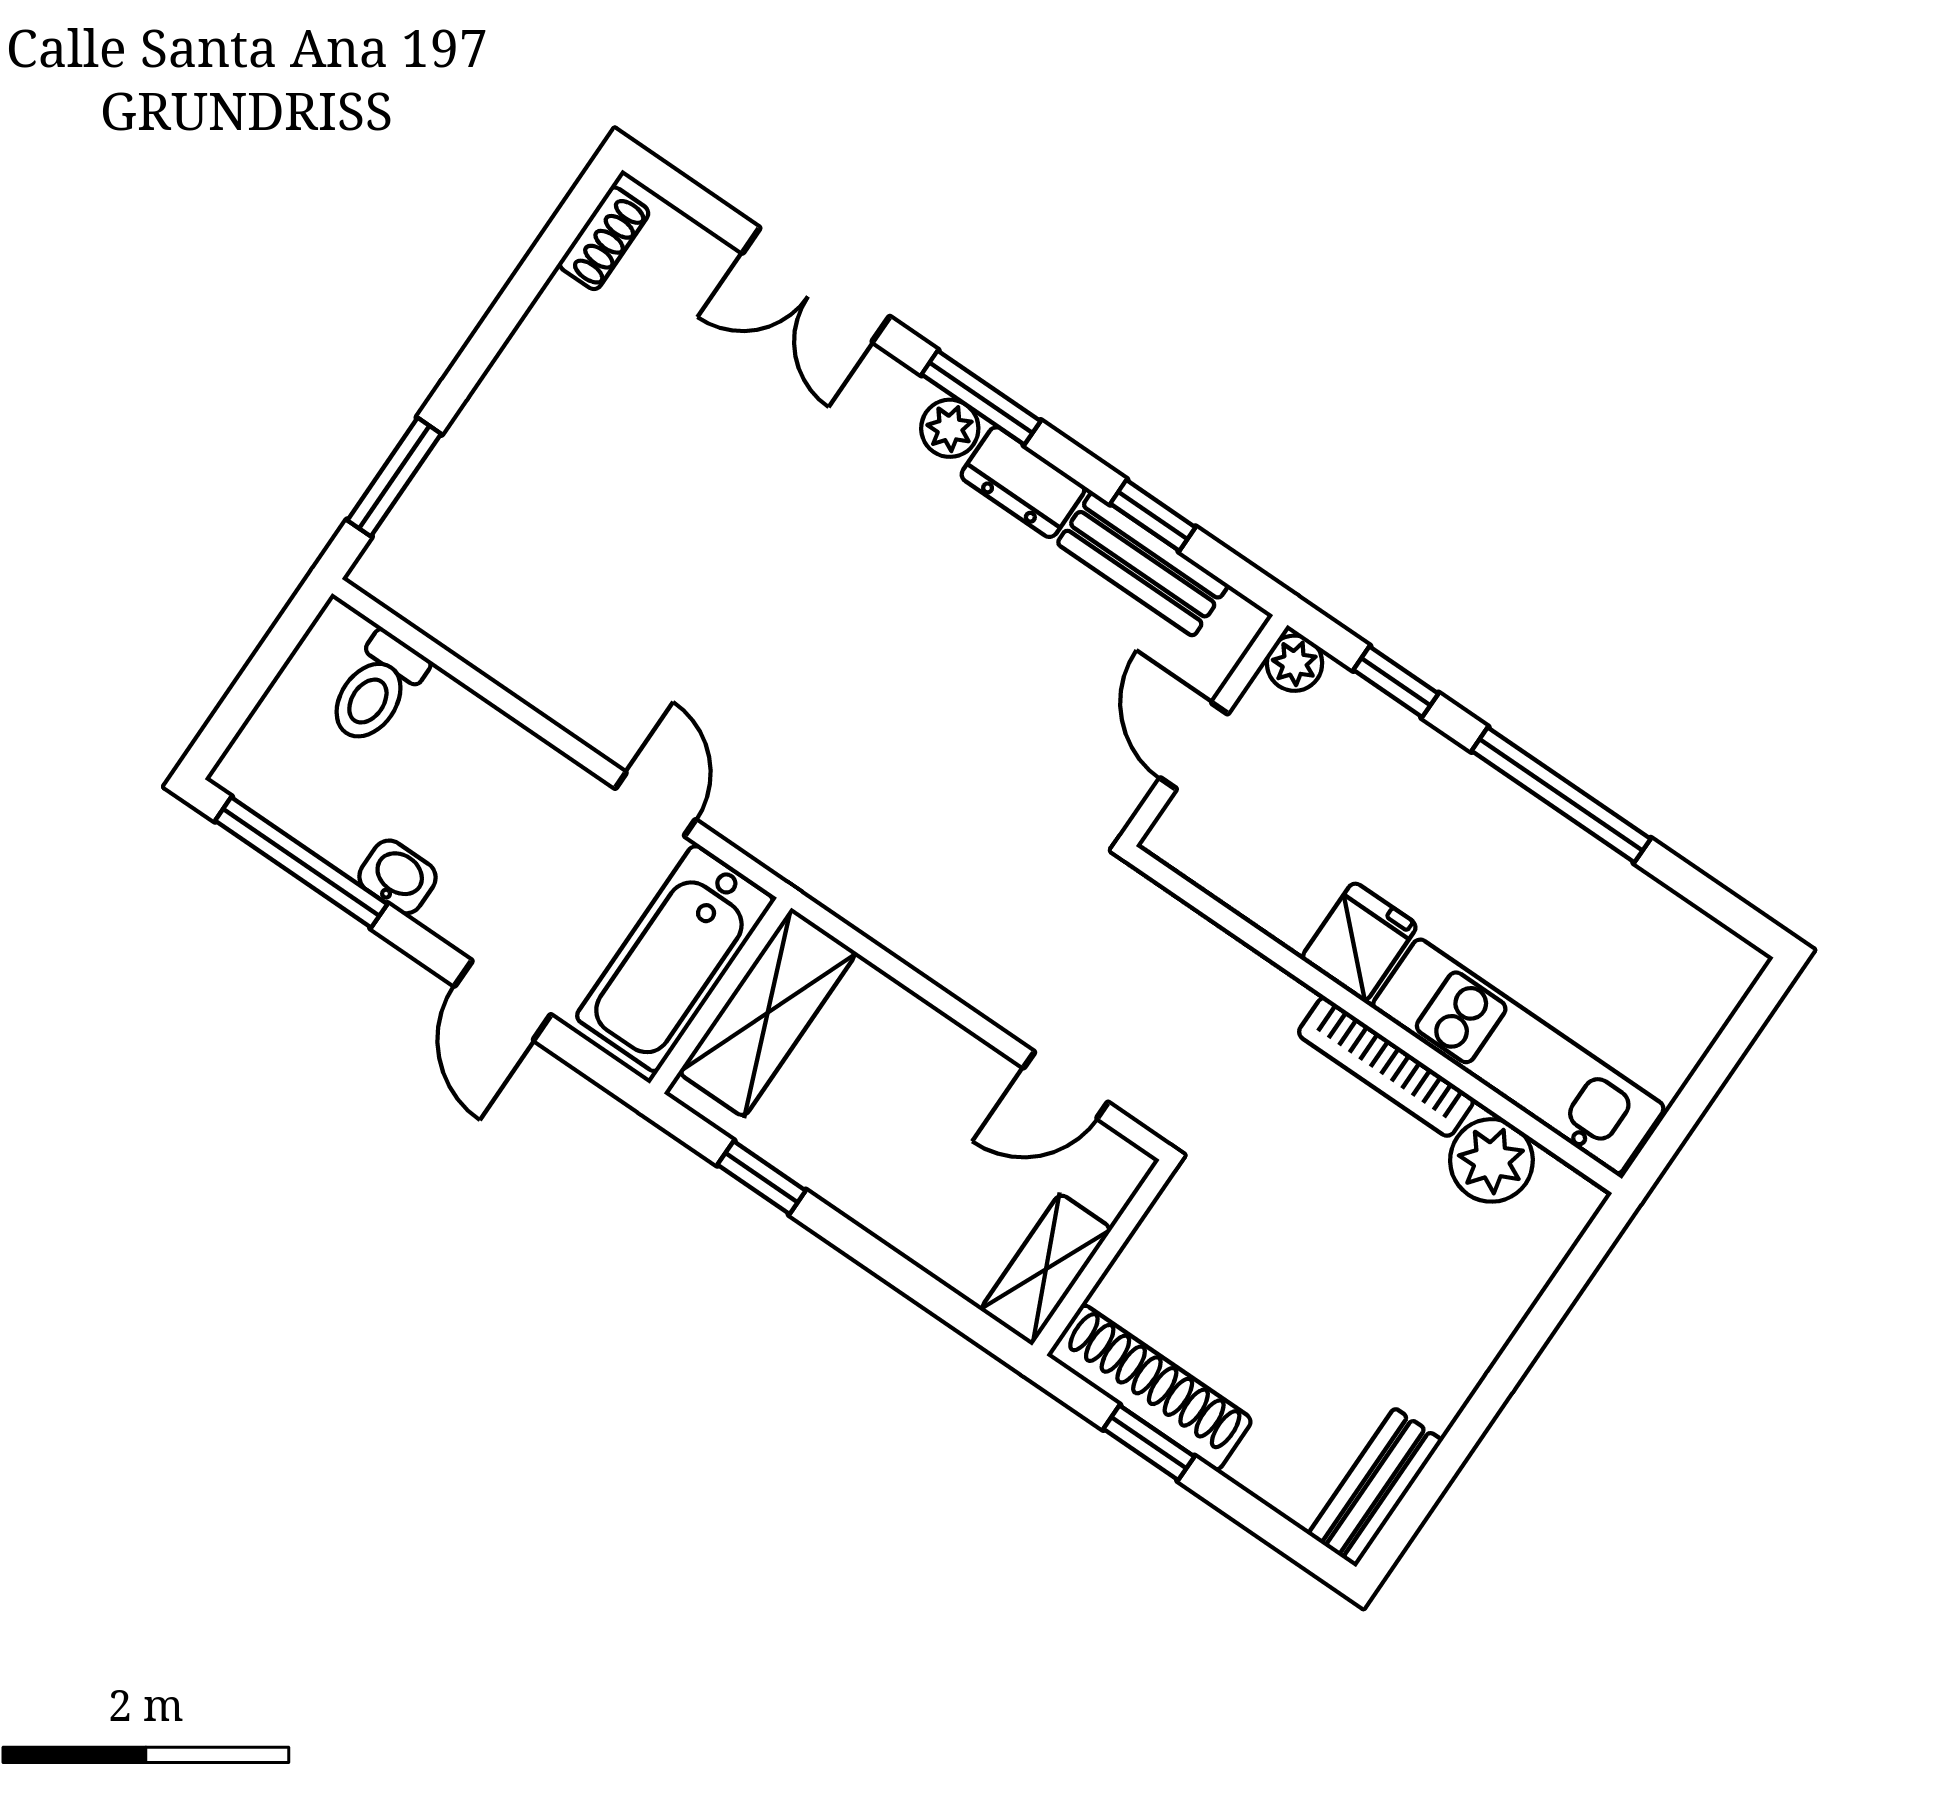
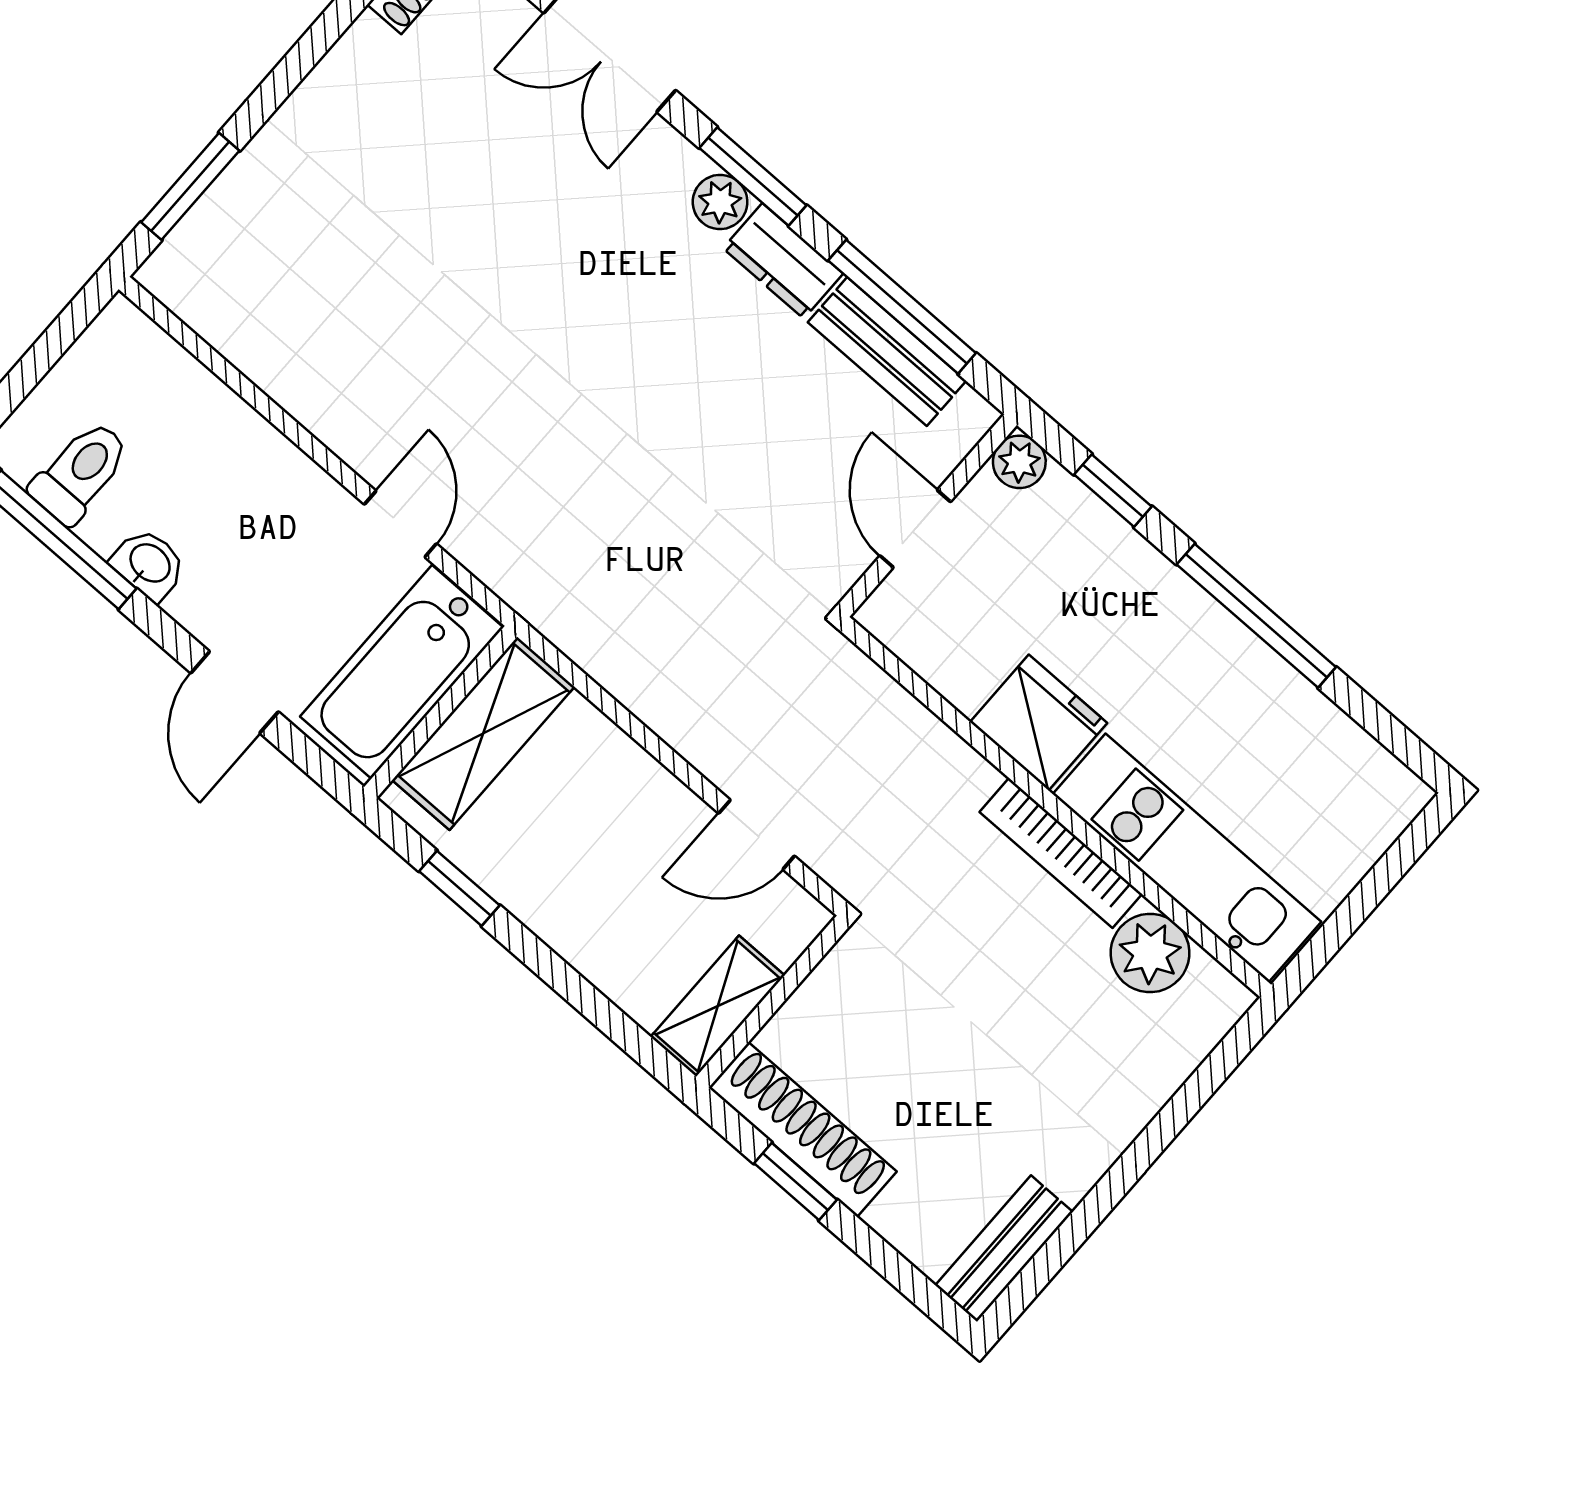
window: (1153, 515) -> (902, 307), width x2.17
toilet: (376, 689) -> (80, 472), moved, turned 180
fridge: (1359, 942) -> (1039, 723), width x1.38

